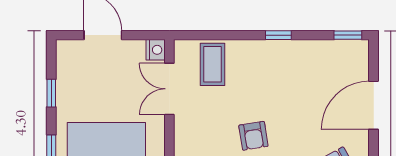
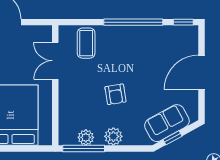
window: (278, 35) -> (133, 22), width x3.17
nightstand: (156, 50) -> (45, 33), removed

